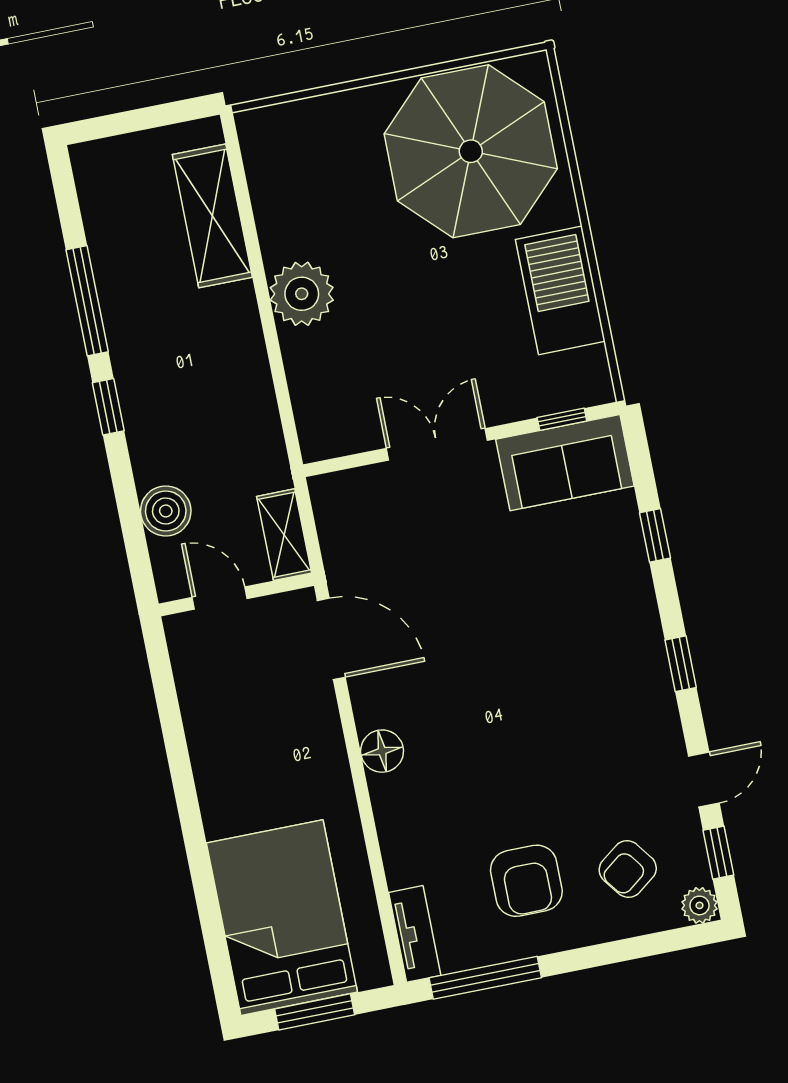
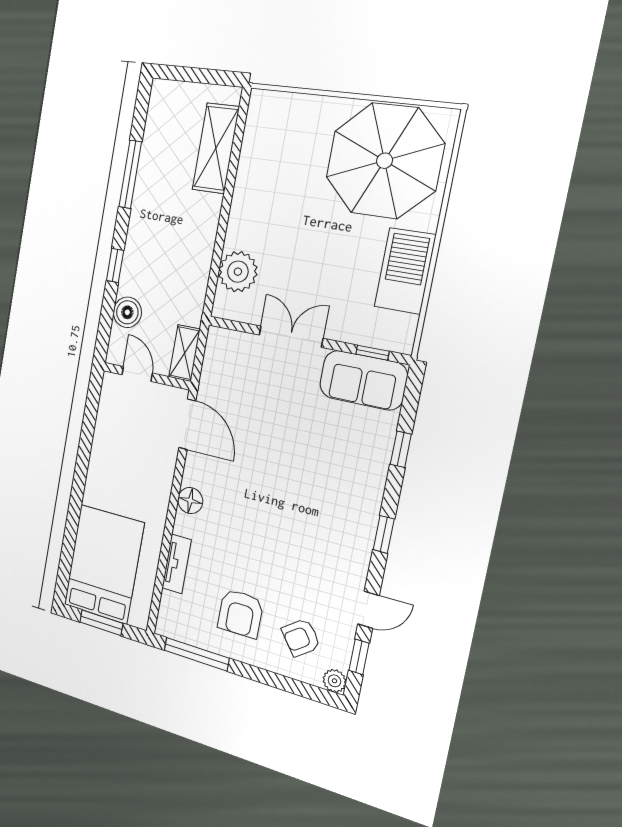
plant: (302, 294) -> (238, 272), moved
window: (108, 407) -> (115, 265), moved
tv unit: (415, 934) -> (177, 564), moved

